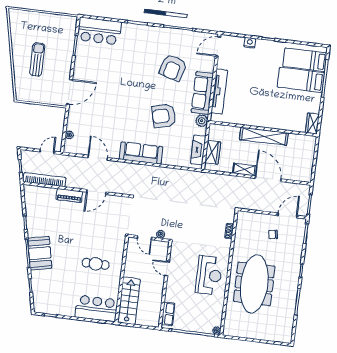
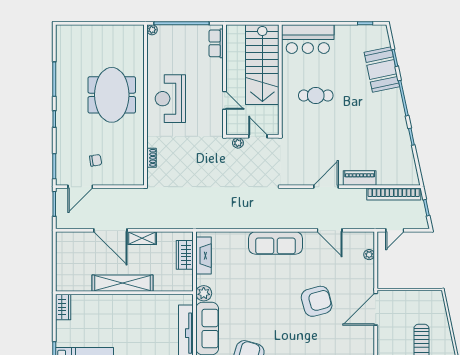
armchair: (164, 116) -> (317, 301), moved
booth: (40, 253) -> (382, 69), moved
meeting table: (254, 284) -> (112, 95), width x0.73
stairs: (129, 301) -> (262, 65), width x1.36, depth x1.51

